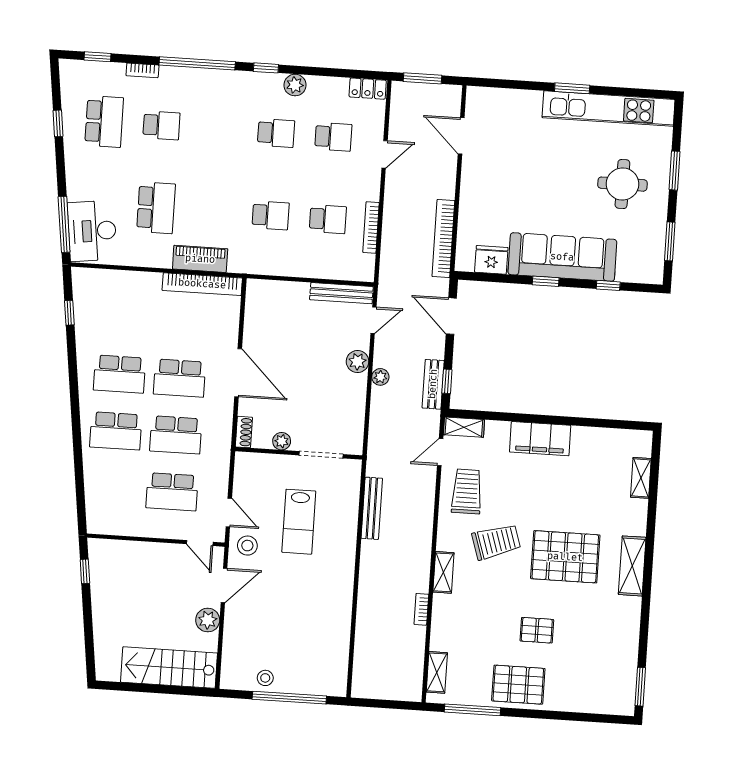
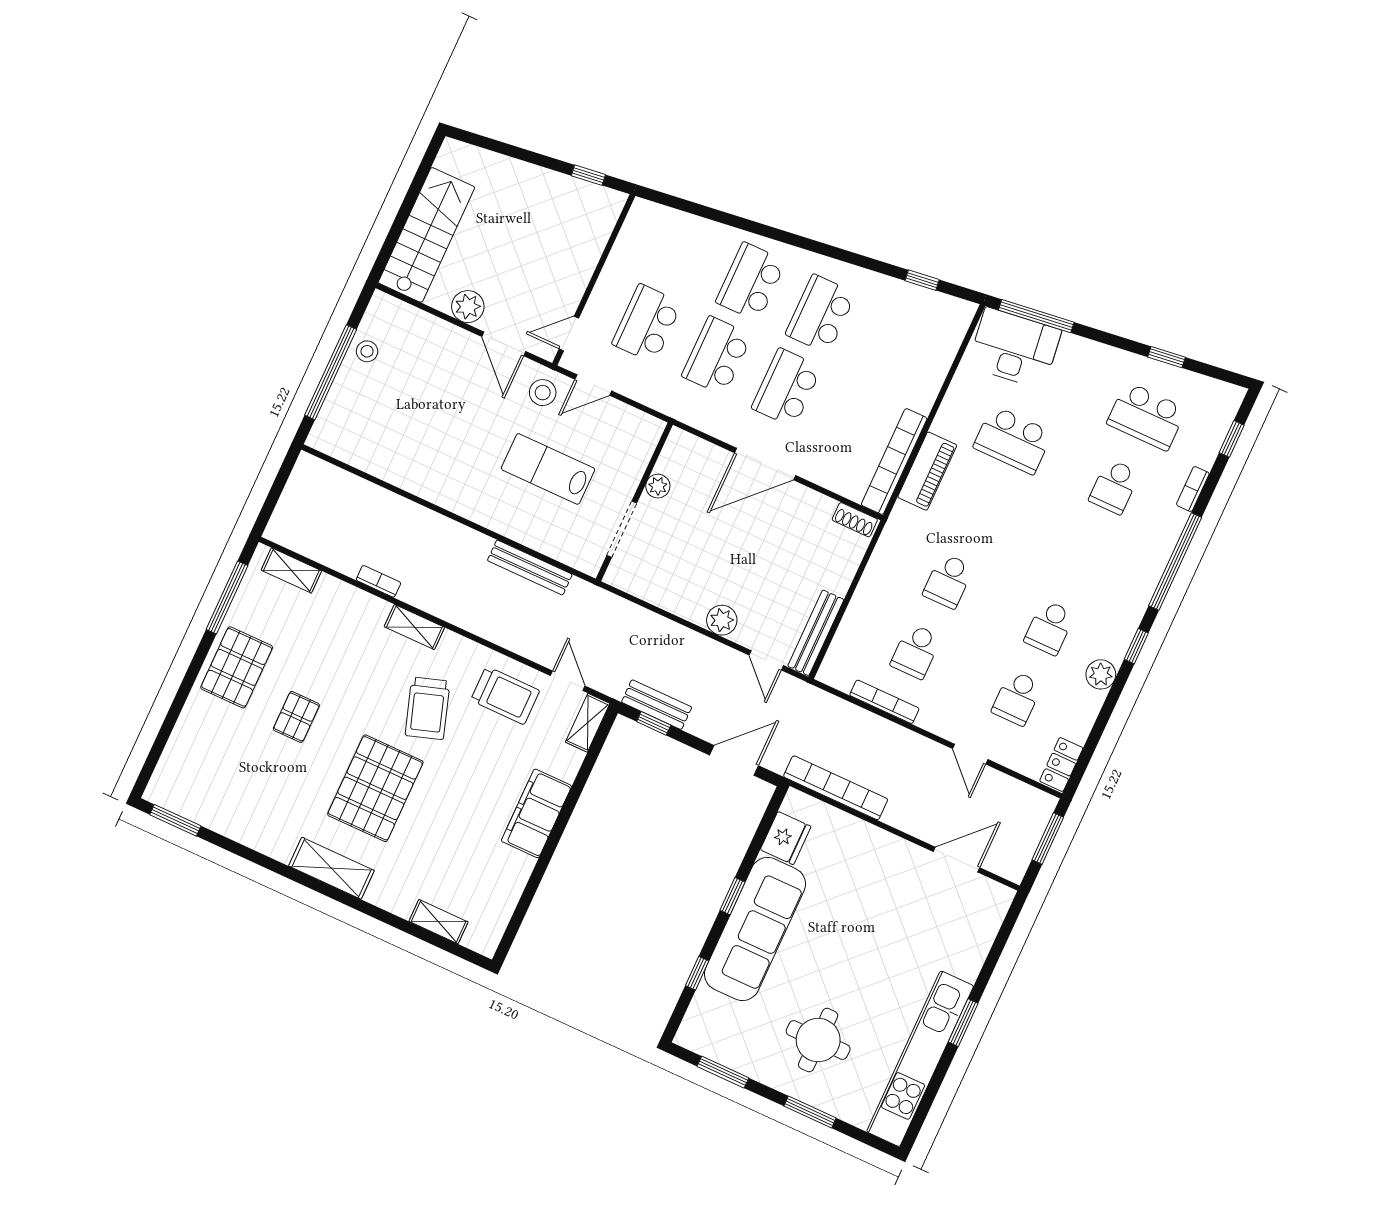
plant: (380, 377) -> (691, 642), removed
shoe rack: (244, 432) -> (855, 520), moved

